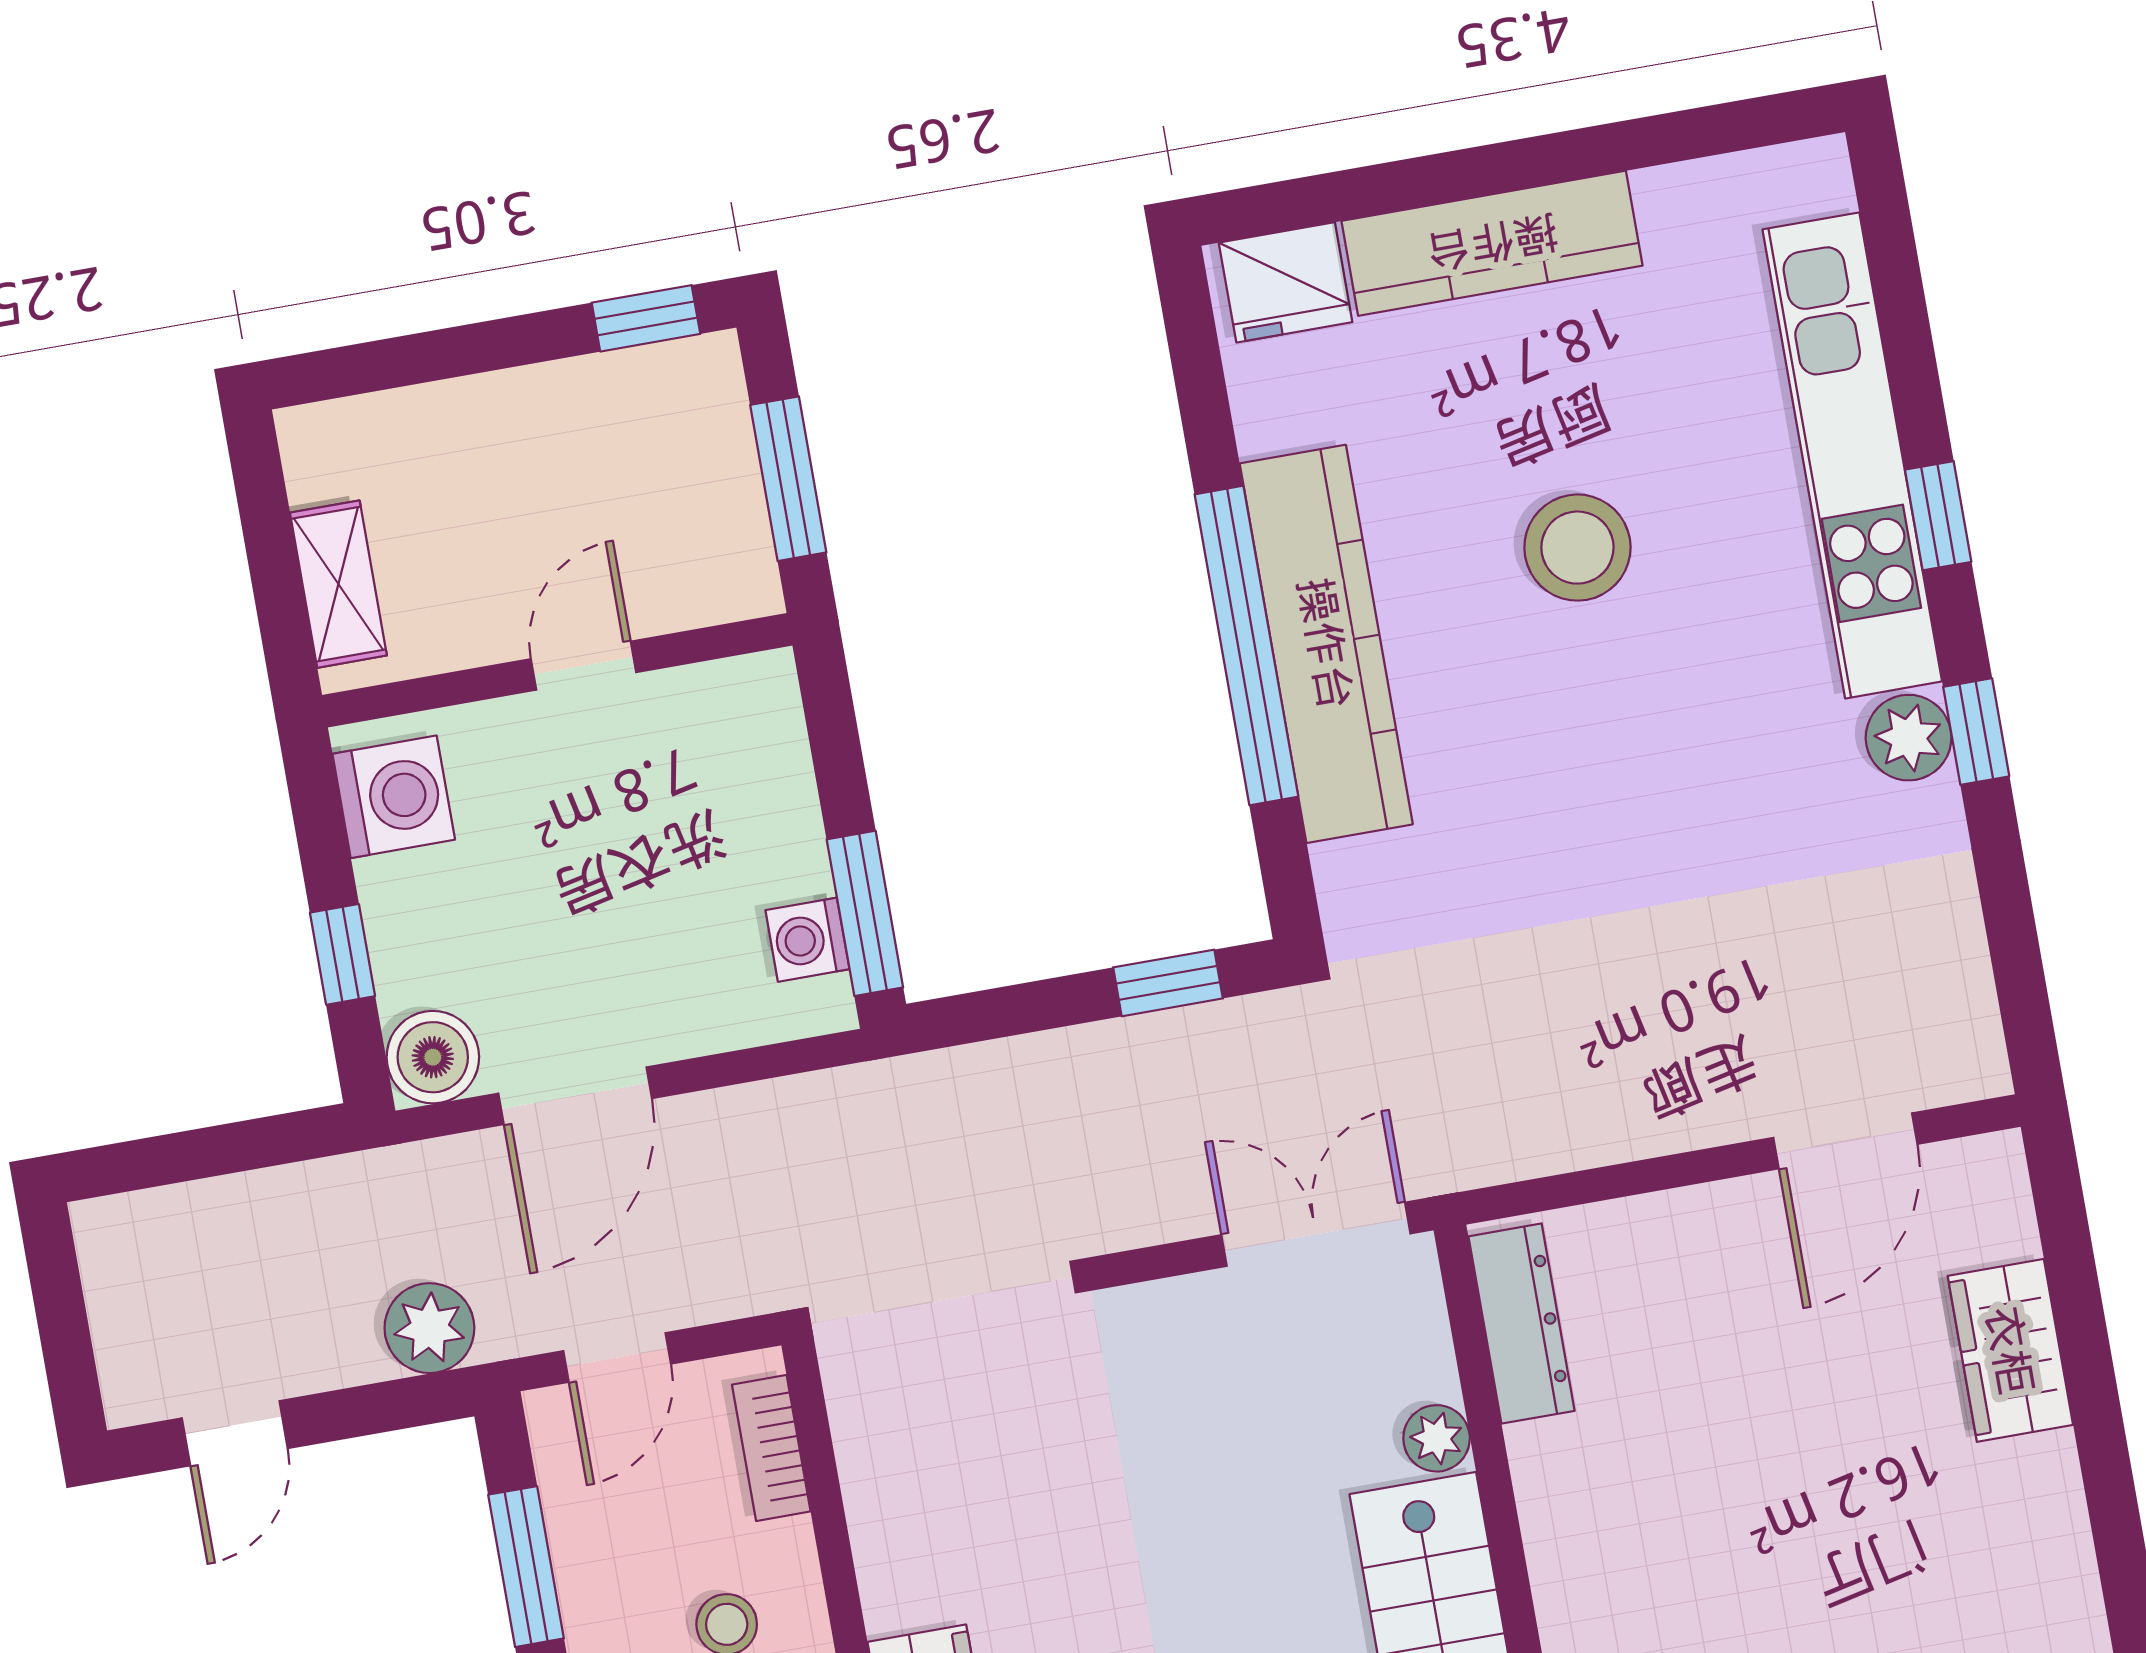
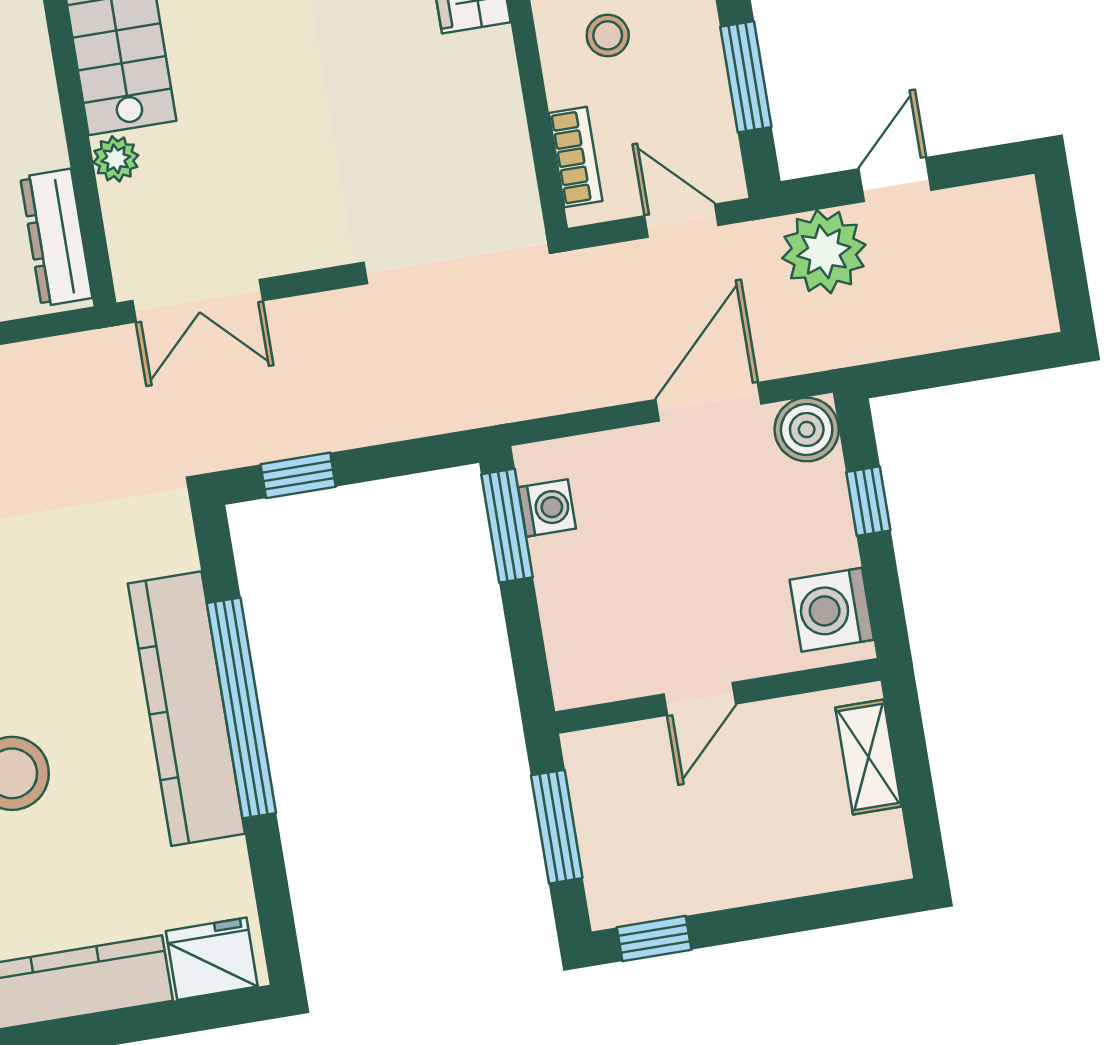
plant: (429, 1328) -> (824, 252), width x1.36, depth x1.36
door: (617, 1357) -> (681, 221), hinge flipped
door: (235, 1433) -> (895, 179), moved

